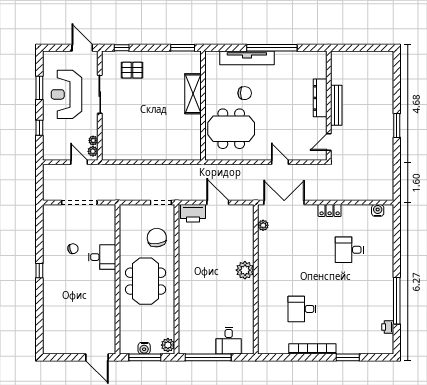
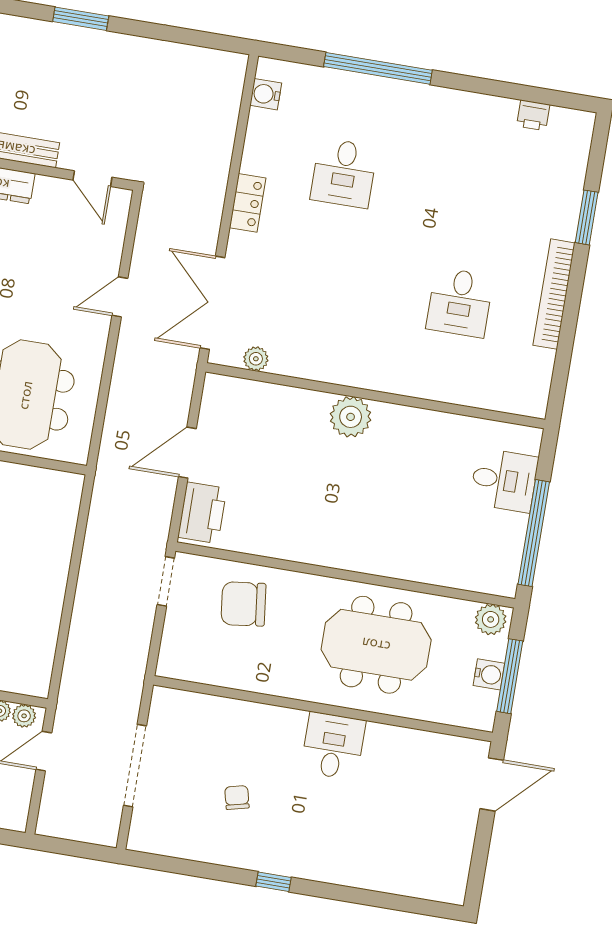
desk: (102, 257) -> (333, 746), moved
meeting table: (146, 281) -> (376, 645), moved
window: (397, 301) -> (378, 68), moved

